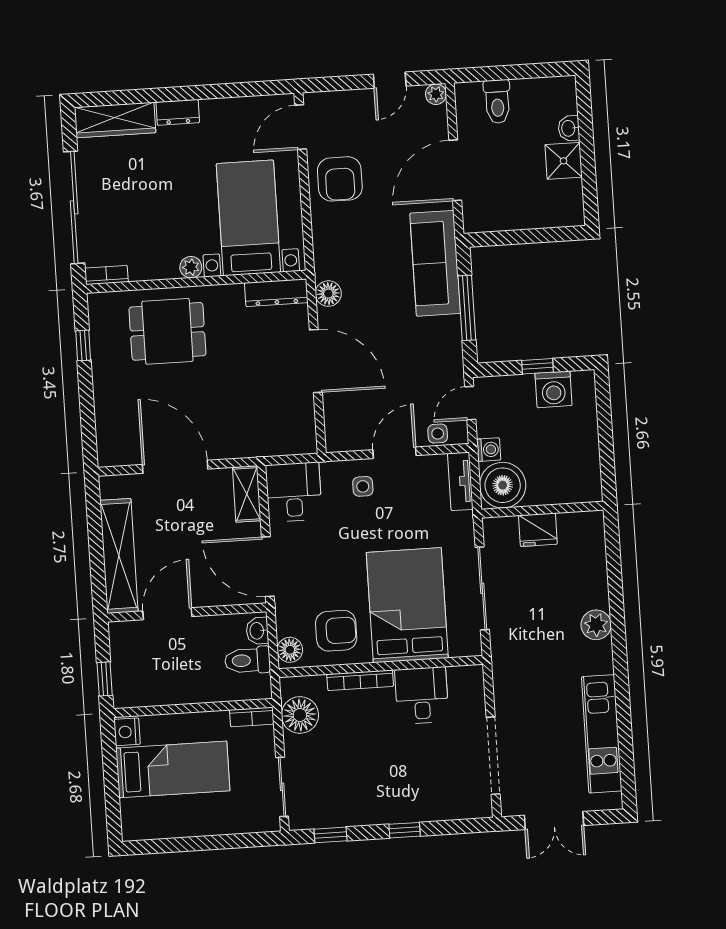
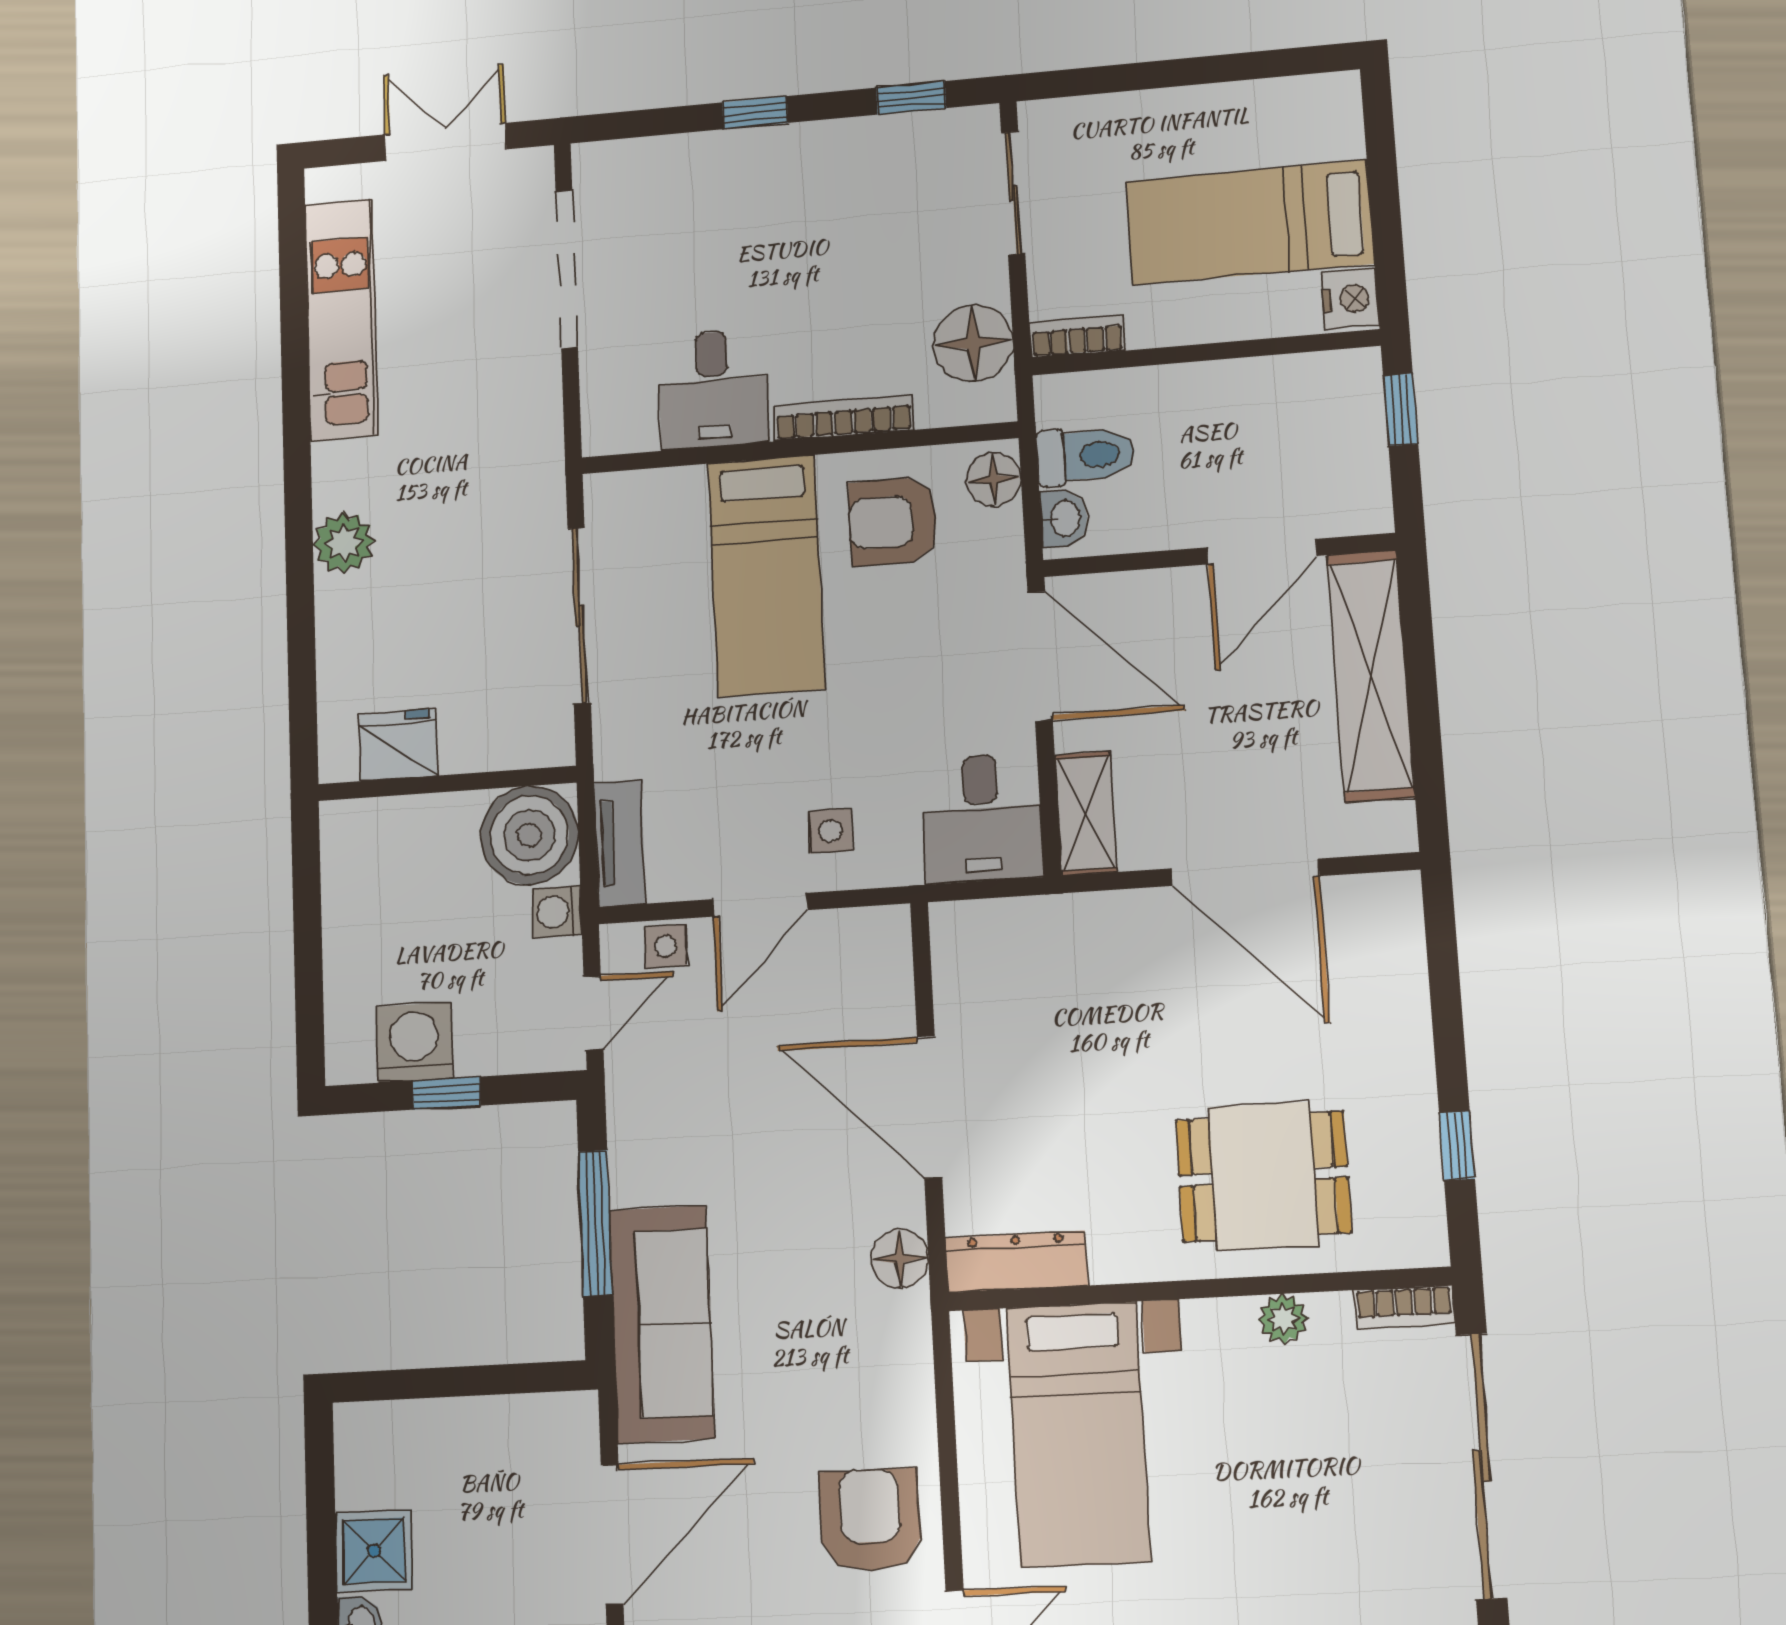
plant: (191, 267) -> (1283, 1319), moved
fridge: (538, 530) -> (398, 745), moved
bed: (407, 605) -> (766, 575), width x0.67

